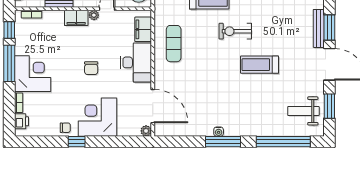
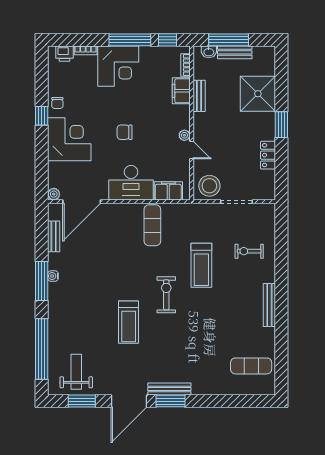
filing cabinet: (76, 18) -> (181, 91), moved
exercise mat: (174, 44) -> (152, 225), turned 90
treadmill: (260, 65) -> (129, 322), turned 180
bench: (184, 131) -> (54, 236), added

